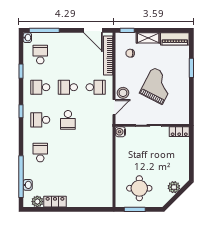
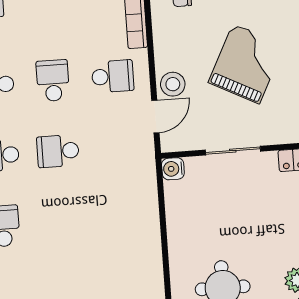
school desk: (68, 87) -> (53, 81), turned 90
school desk: (68, 120) -> (58, 151), turned 90

